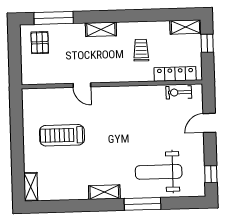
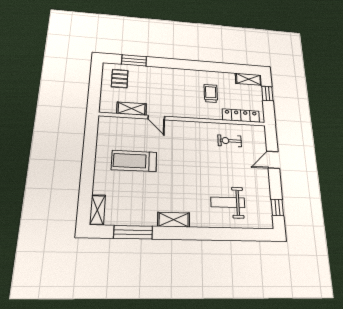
window: (54, 18) -> (134, 60), width x0.69
shelving: (101, 29) -> (132, 109), moved
exercise bike: (179, 92) -> (230, 141), moved
weight bench: (159, 172) -> (228, 202), width x0.73, depth x0.75
window: (143, 204) -> (133, 232), moved

